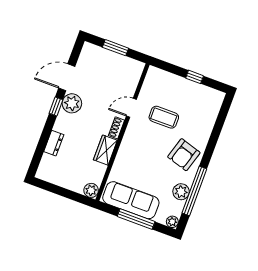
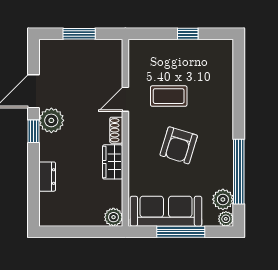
armchair: (184, 155) -> (179, 145), moved
plant: (181, 192) -> (223, 199), moved

